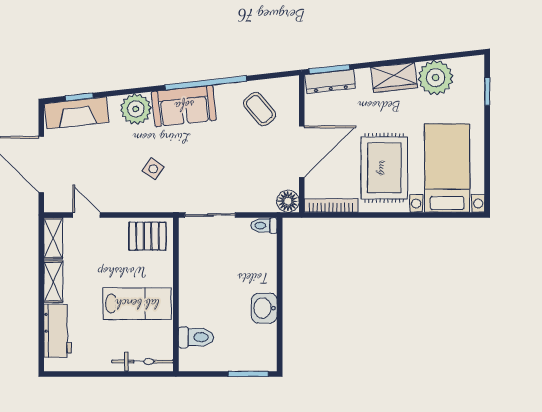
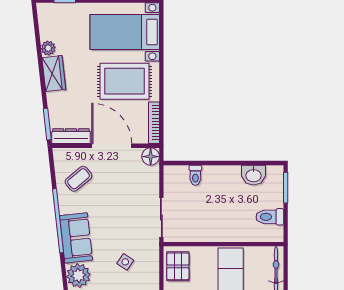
plant: (436, 78) -> (48, 48), width x0.53, depth x0.53
dresser: (330, 81) -> (71, 136), moved, turned -84
toilet: (264, 226) -> (195, 175), moved
washbasin: (264, 308) -> (254, 175), moved
toilet: (196, 337) -> (270, 217), moved, turned -90

